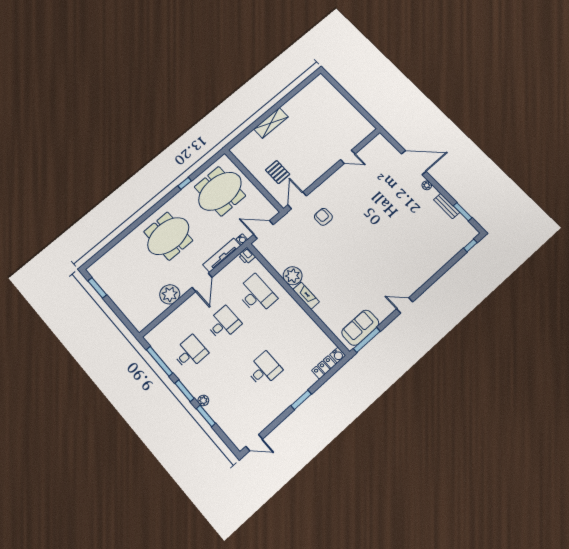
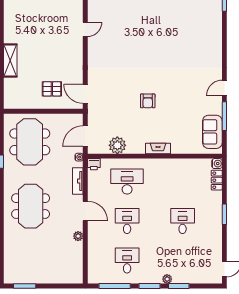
armchair: (323, 217) -> (148, 101), moved, turned -90
tv unit: (222, 255) -> (78, 181), width x0.71
plant: (293, 276) -> (117, 145), moved
plant: (170, 294) -> (78, 236), width x0.53, depth x0.53
window: (367, 340) -> (224, 116), moved

